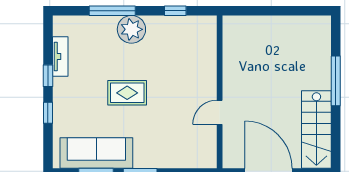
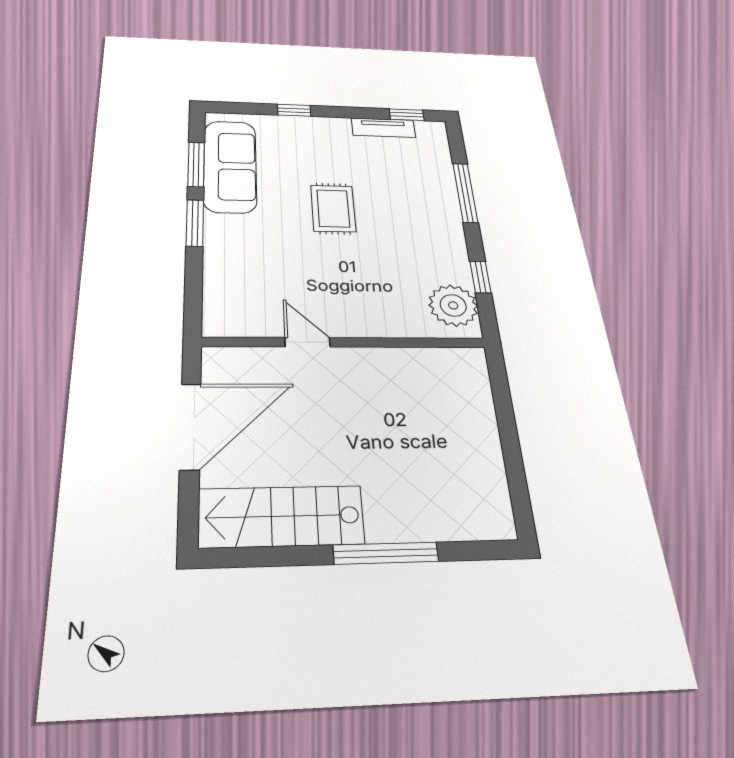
plant: (131, 29) -> (453, 305), moved
window: (48, 76) -> (407, 115), moved

